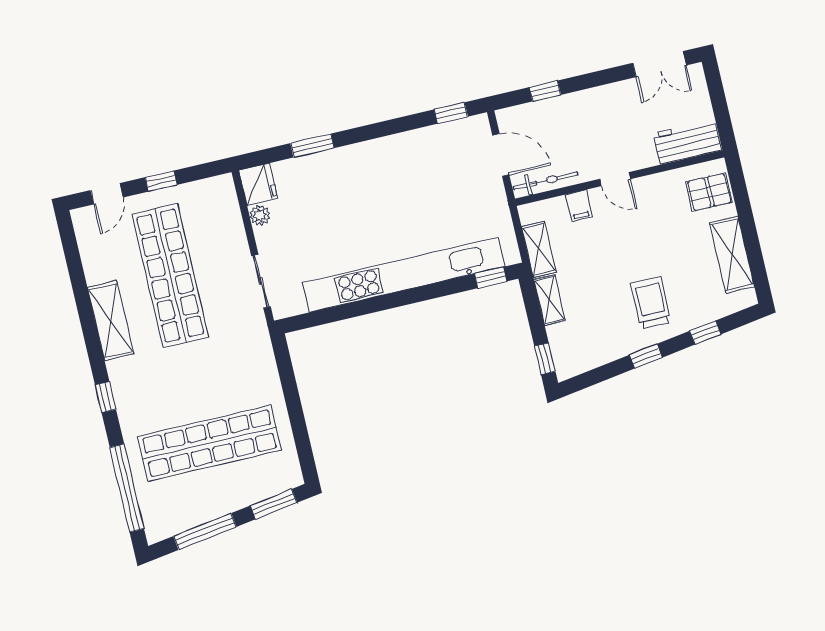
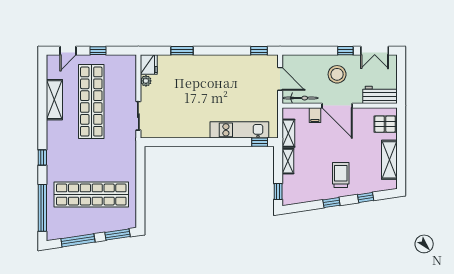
window: (545, 91) -> (345, 51), moved
stool: (602, 123) -> (337, 74), added
door: (615, 179) -> (337, 106), width x1.88
kitchen unit: (404, 275) -> (239, 130), width x0.54
shelving: (111, 321) -> (54, 100), moved

